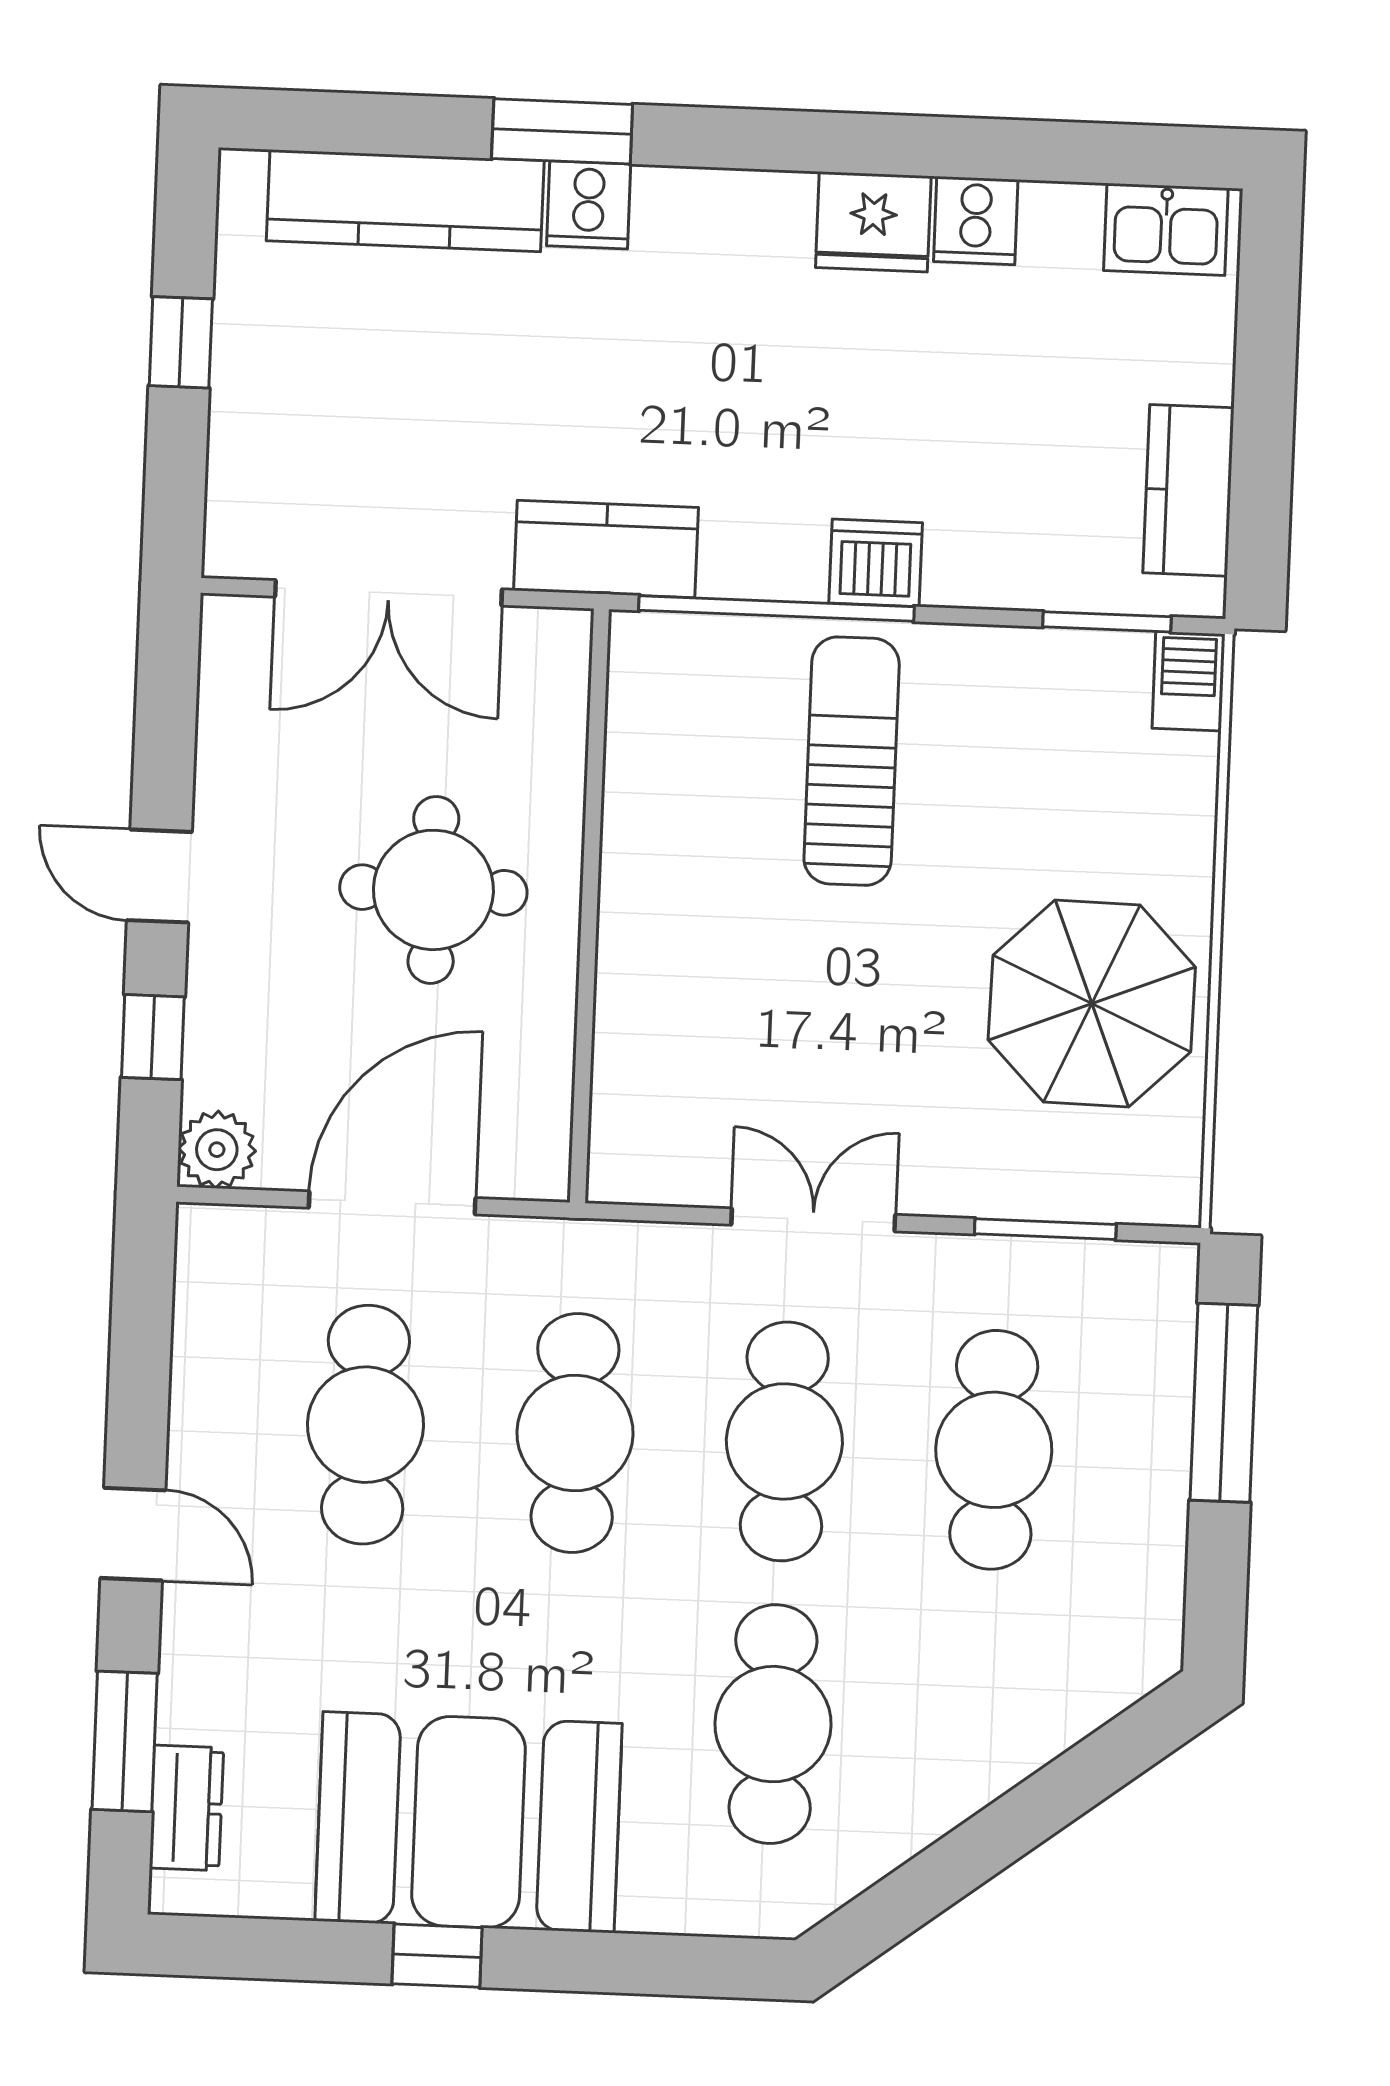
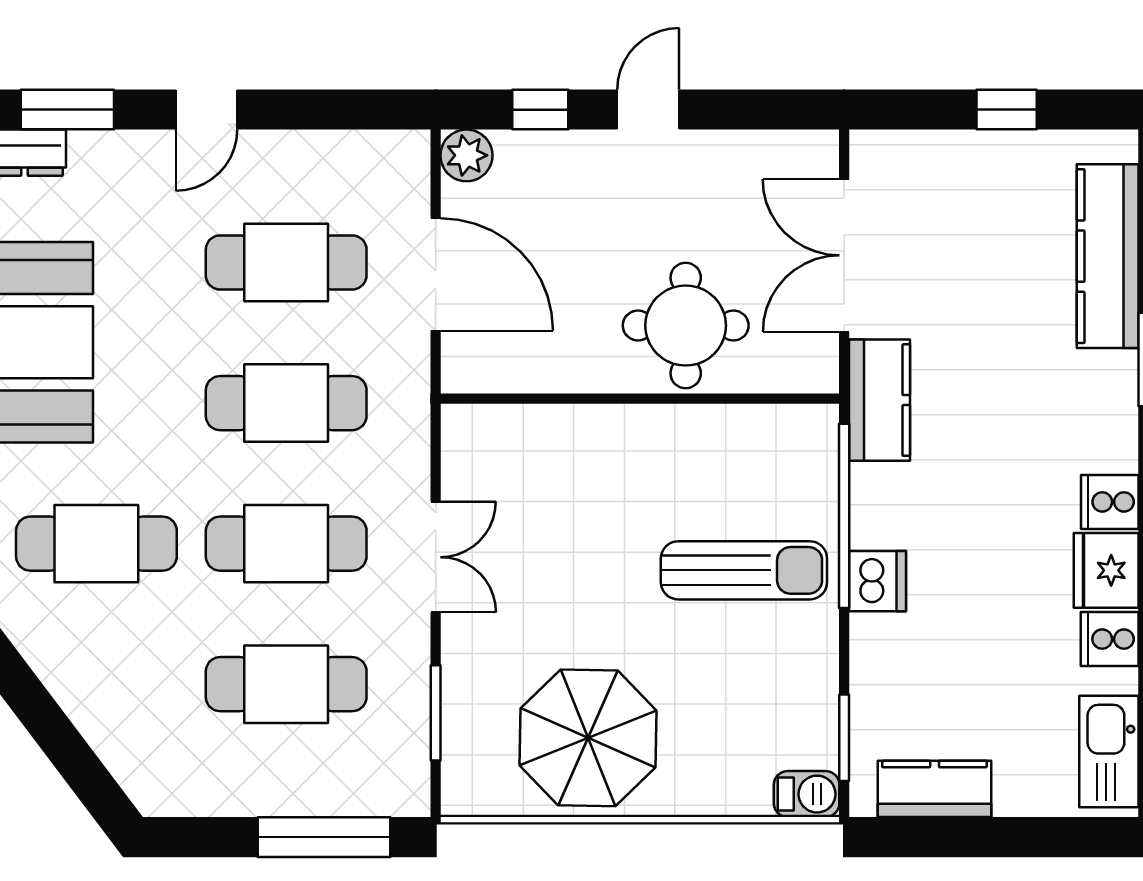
cooker: (589, 205) -> (1110, 502), moved
kitchen sink: (1166, 229) -> (1109, 751), width x1.38
round table: (433, 890) -> (686, 326), moved

